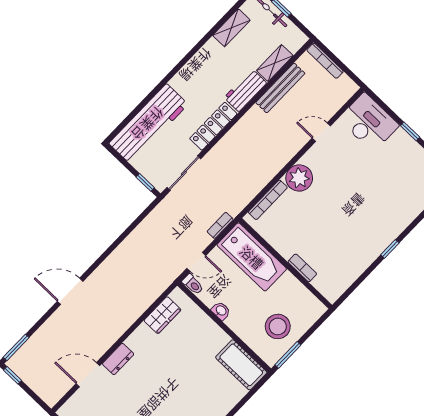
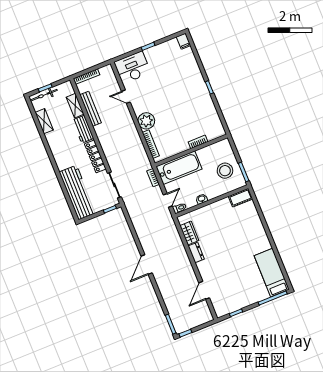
door: (321, 132) -> (126, 97), hinge flipped
door: (70, 291) -> (147, 265), moved
dresser: (118, 359) -> (196, 252), moved
cot: (241, 365) -> (240, 198), width x0.73, depth x0.75

